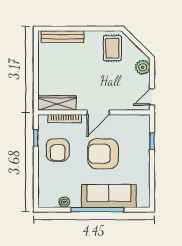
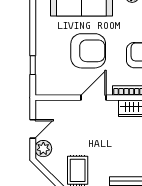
door: (152, 97) -> (33, 129), moved

